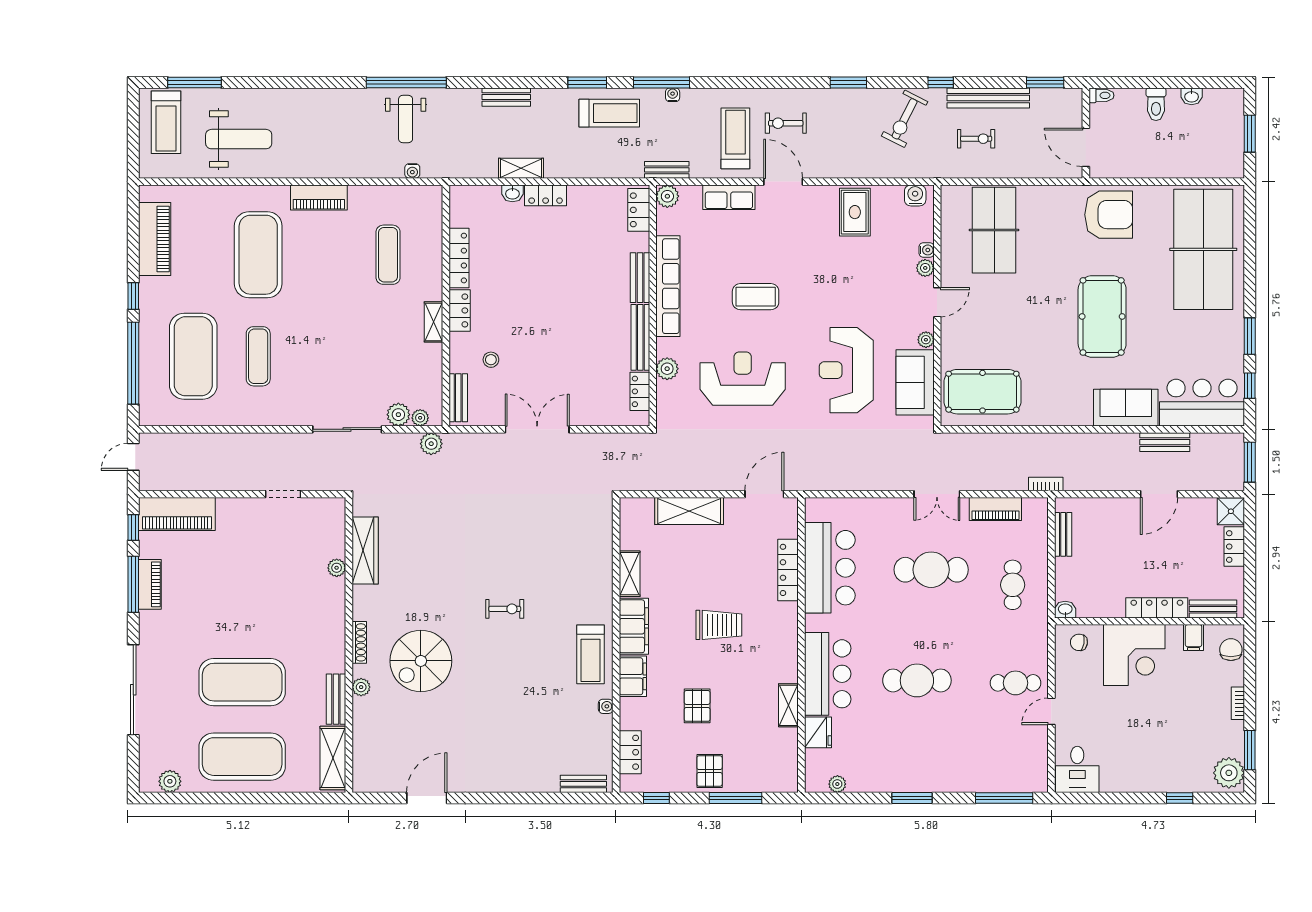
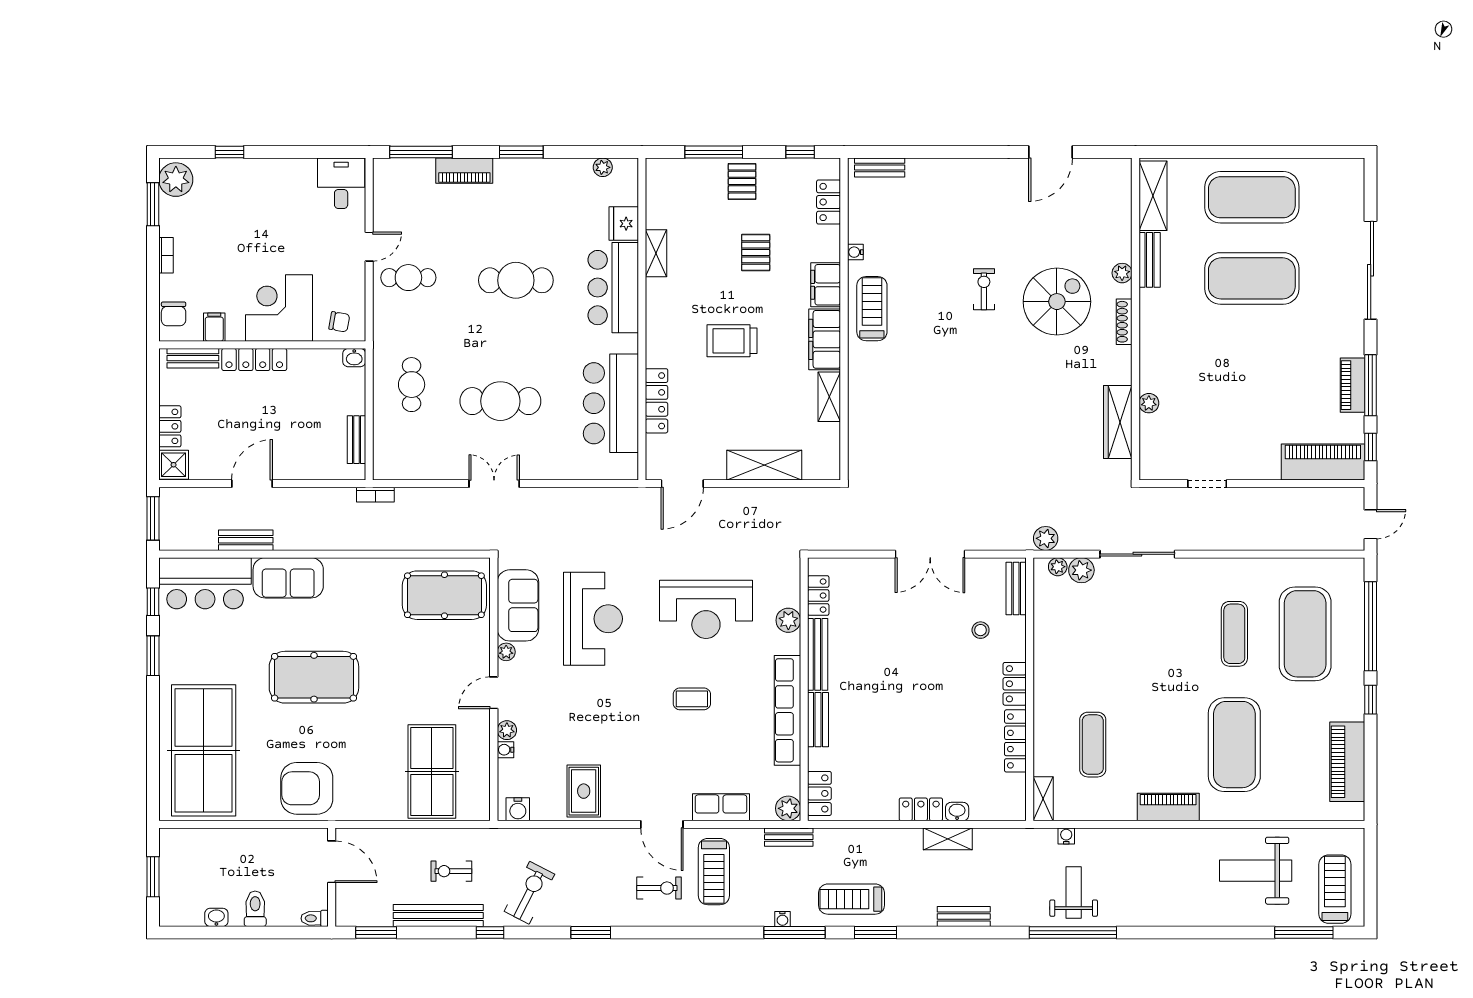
coffee table: (756, 297) -> (692, 699), width x0.73, depth x0.77
pool table: (1102, 316) -> (314, 677), turned 90
shelving: (433, 322) -> (1043, 799), moved
piano: (995, 509) -> (464, 171), moved, turned 180
exercise bike: (505, 609) -> (984, 289), moved, turned 90
plant: (170, 781) -> (1331, 170), removed

